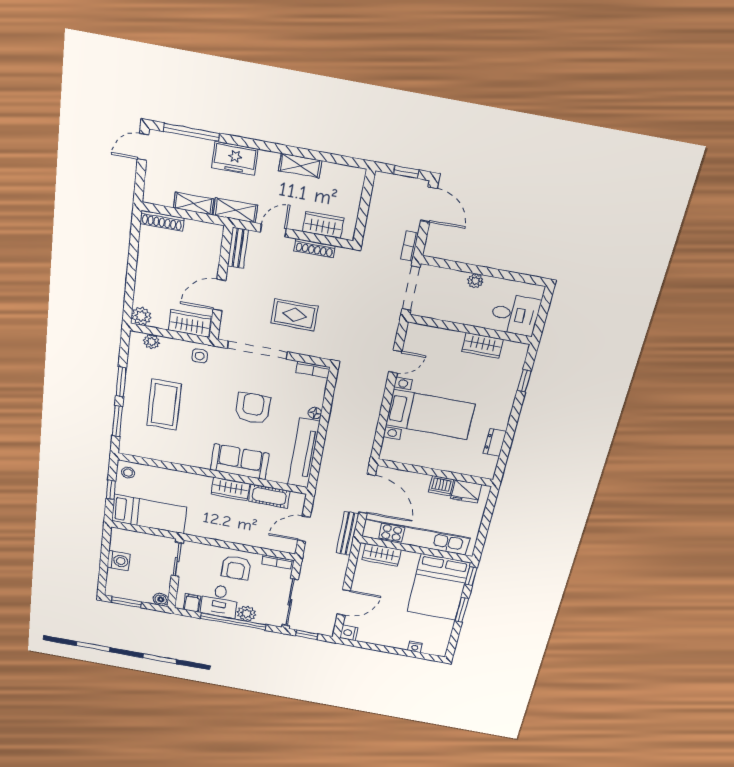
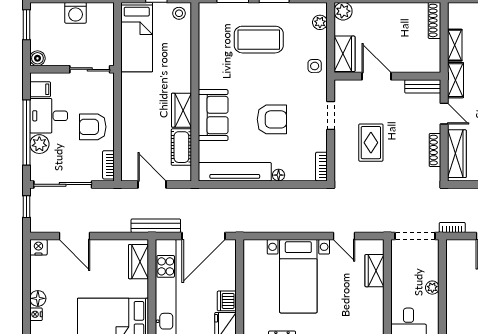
wardrobe: (323, 225) -> (457, 154), width x1.50
wardrobe: (483, 345) -> (375, 271), moved
doorway: (257, 350) -> (331, 116), width x0.53
floor lamp: (400, 643) -> (38, 298), added

